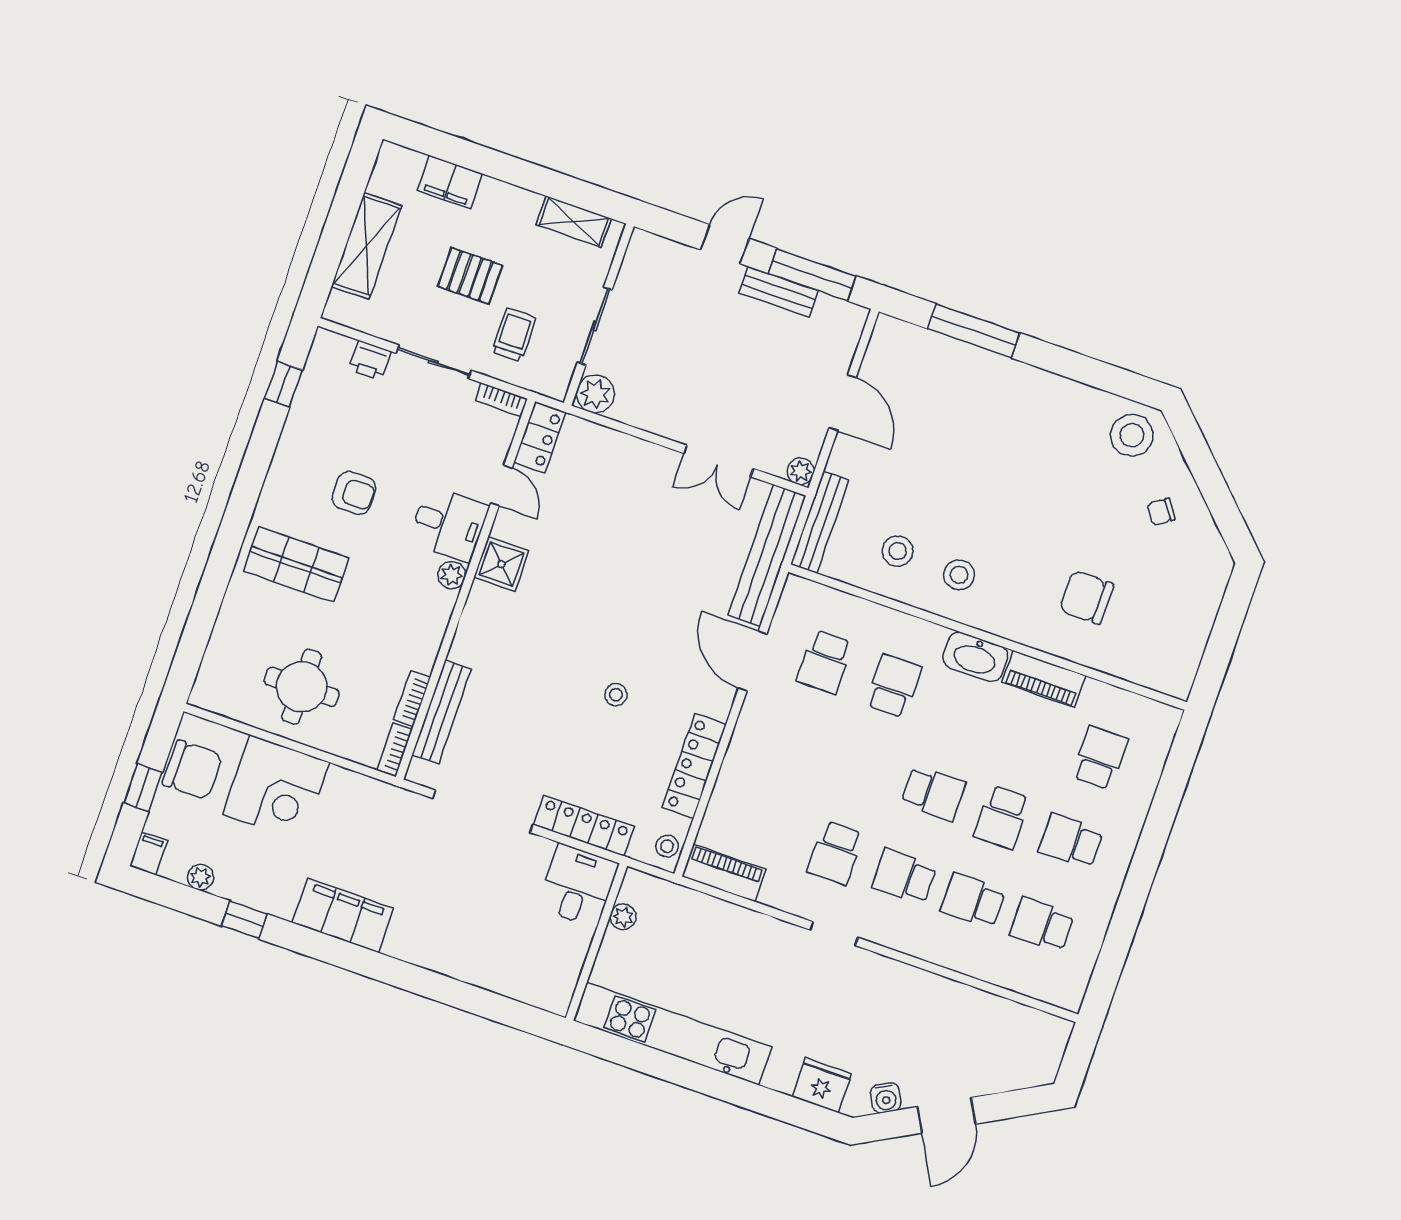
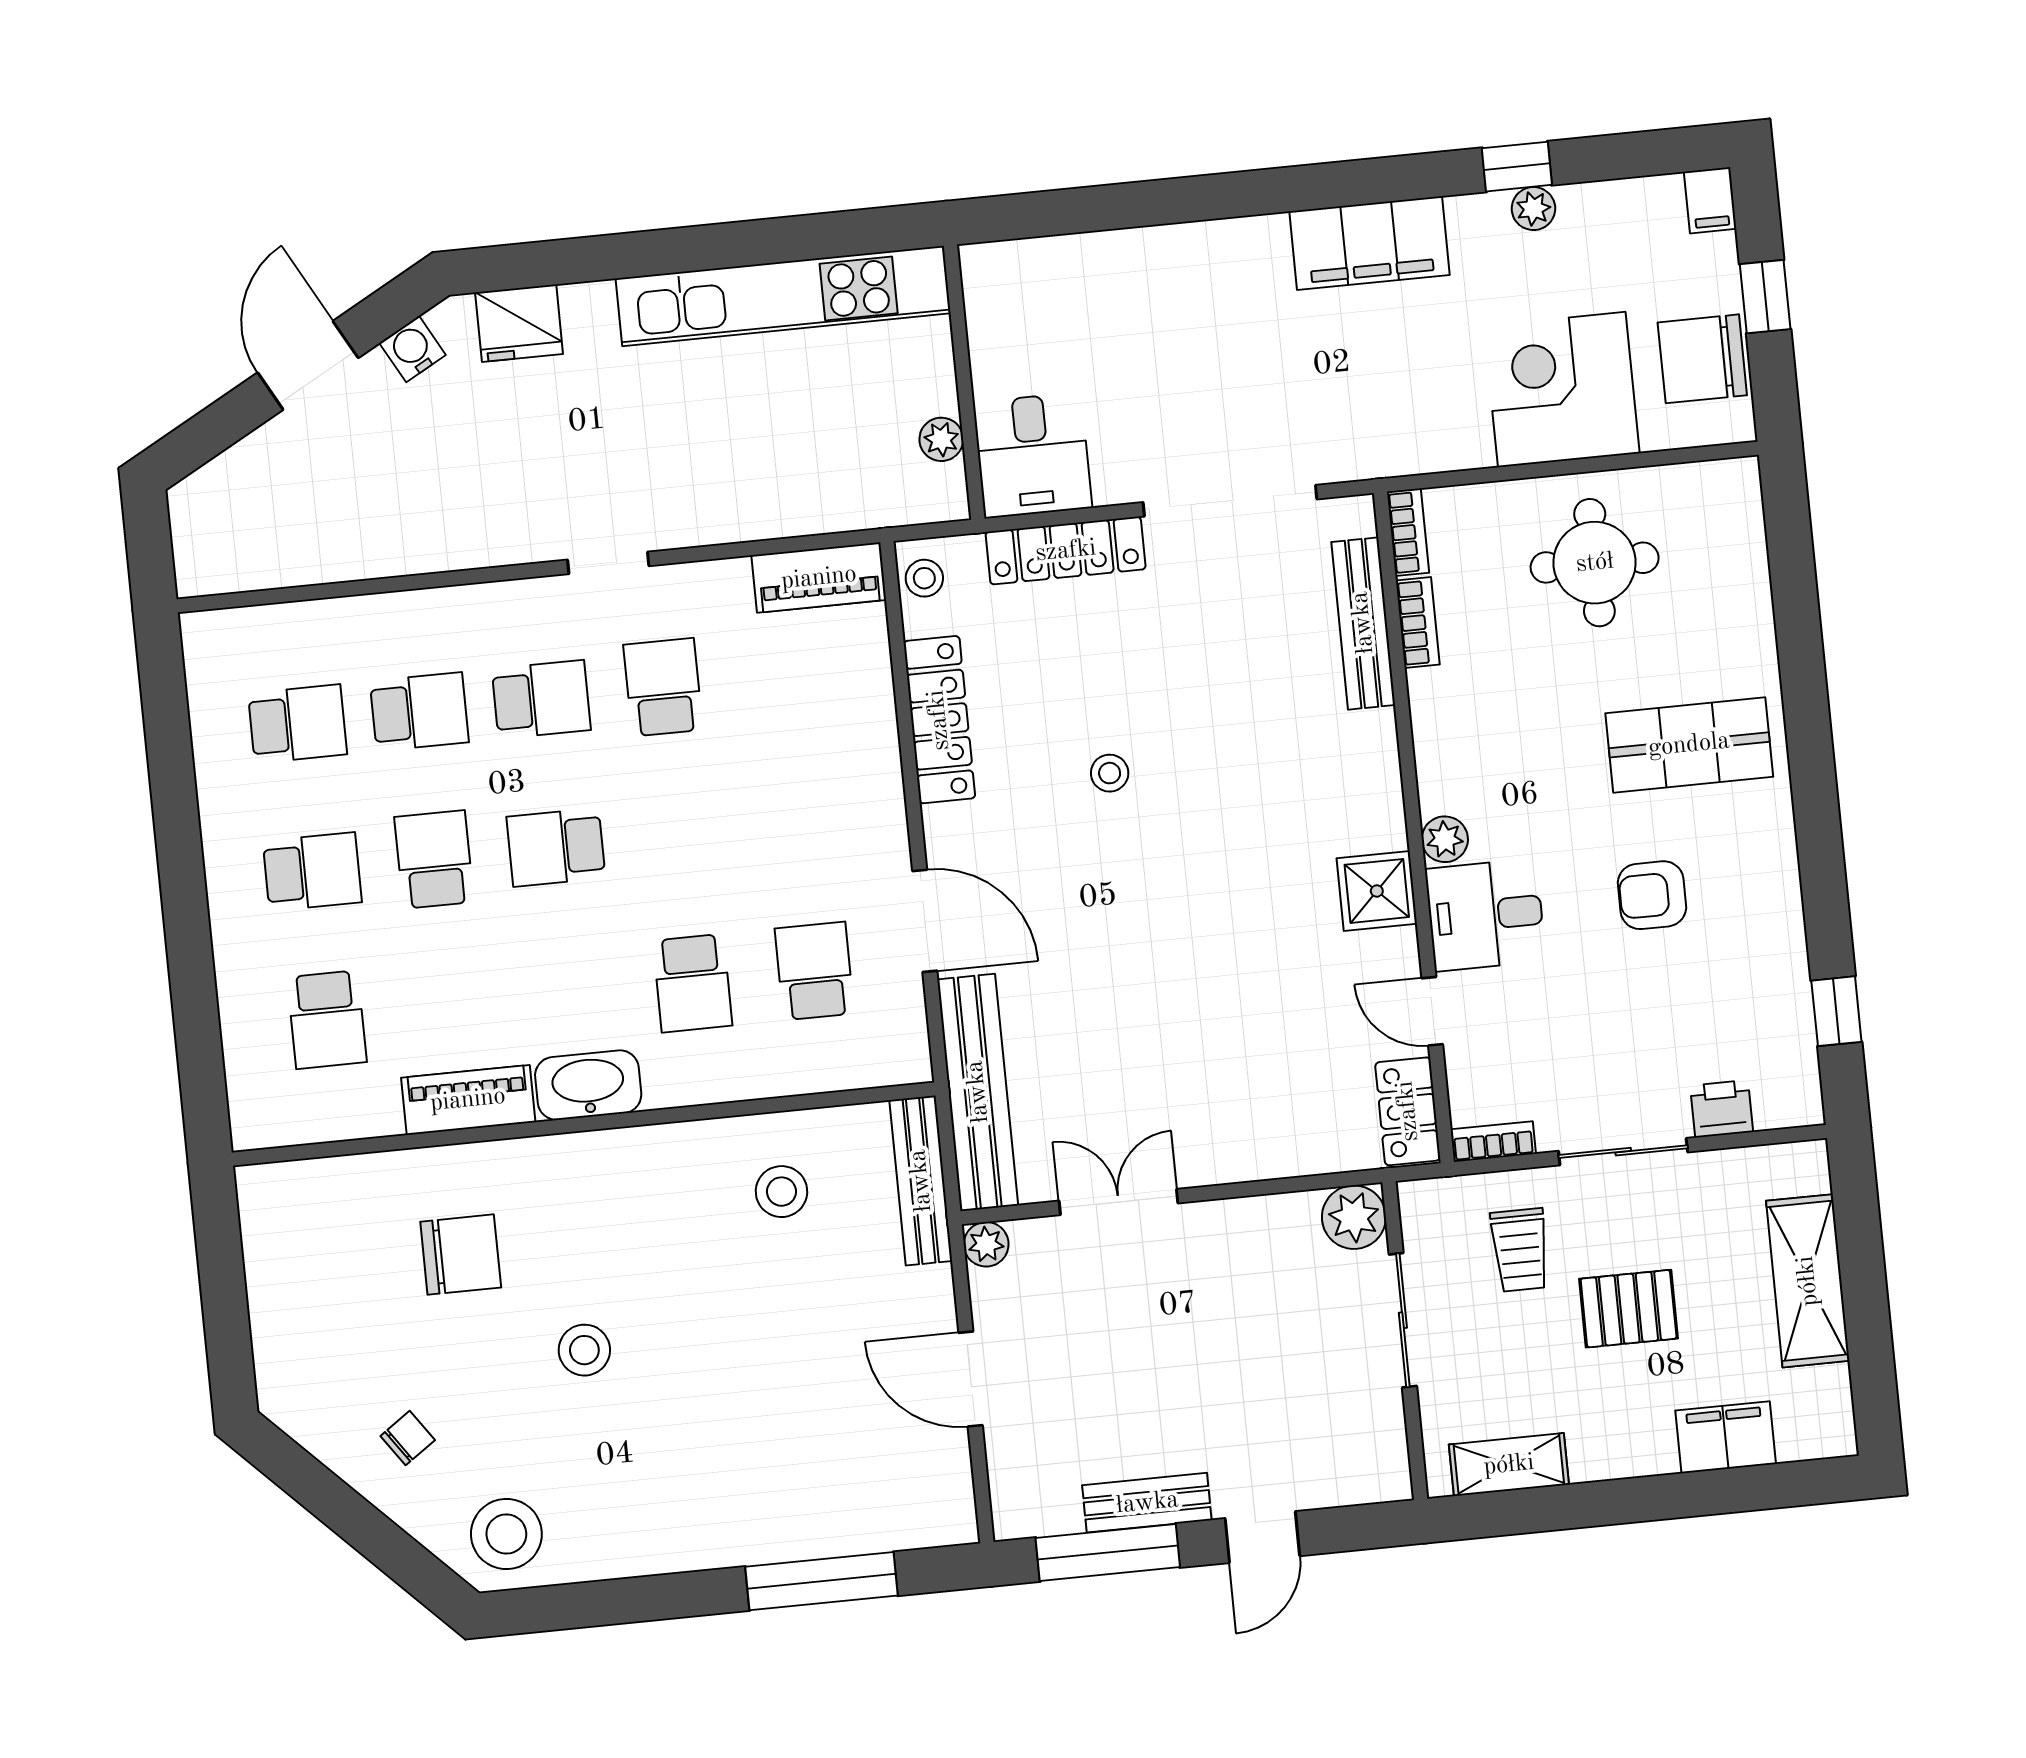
stool: (959, 575) -> (584, 1350), moved
plant: (201, 877) -> (1533, 209), moved

